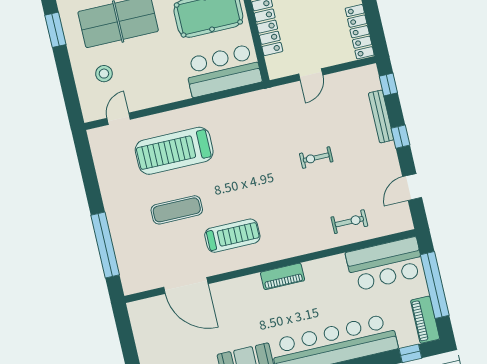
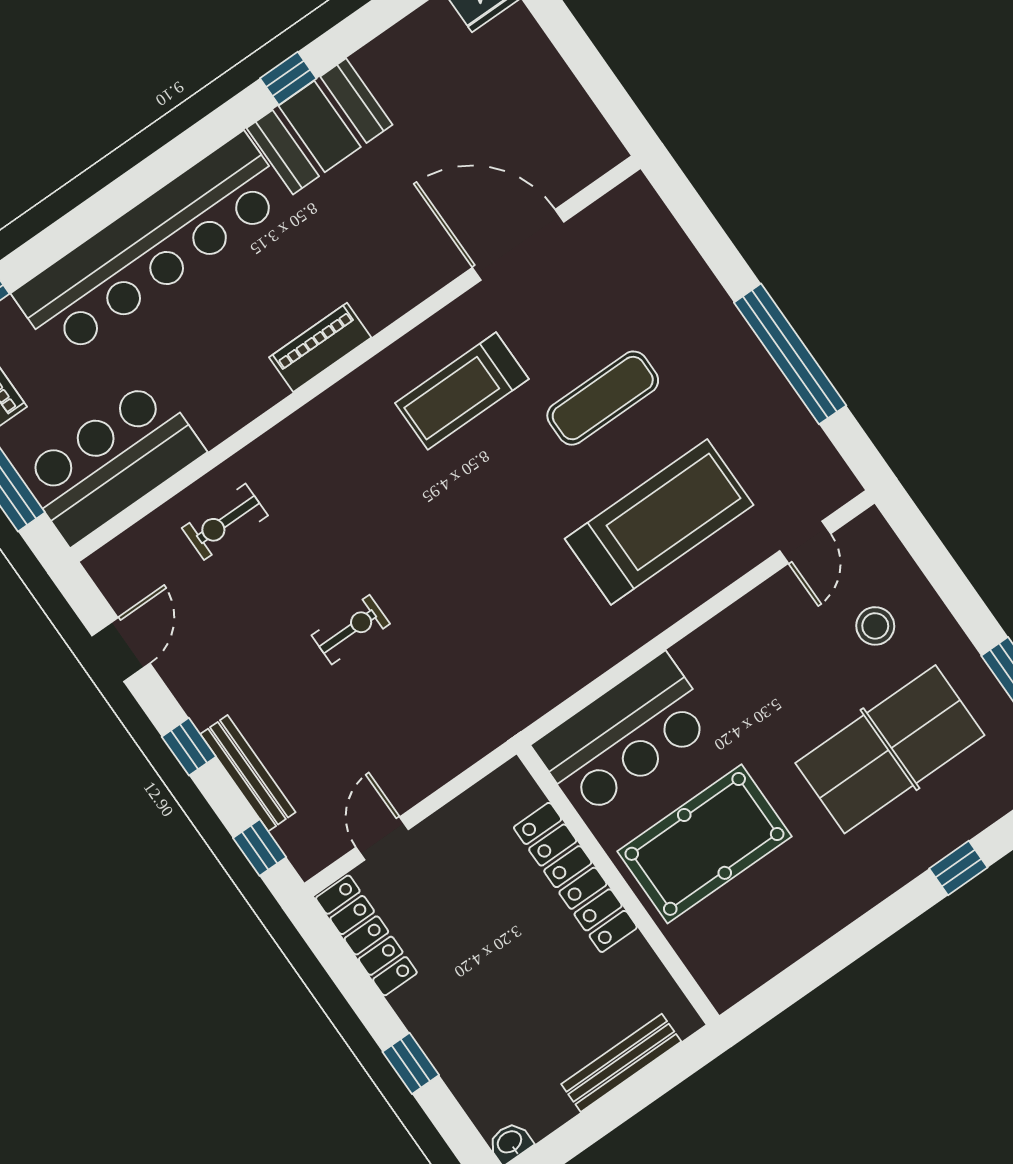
door: (311, 74) -> (382, 838), moved
window: (105, 245) -> (790, 354), moved

